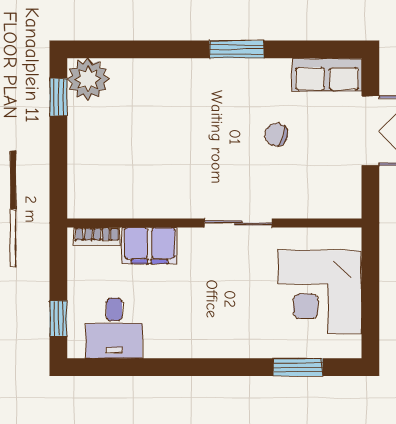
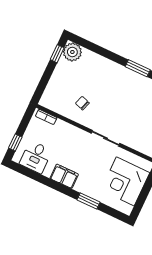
chair: (276, 134) -> (82, 103), moved
filing cabinet: (150, 246) -> (64, 176), moved, turned 180
window: (298, 367) -> (88, 201), moved

